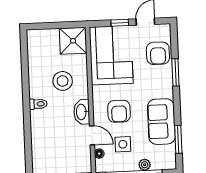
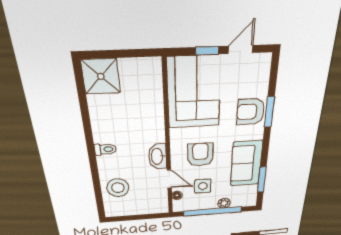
shower: (73, 41) -> (101, 76), moved
armchair: (158, 53) -> (251, 112), moved, turned 90
stool: (63, 81) -> (118, 188), moved
armchair: (119, 111) -> (200, 155), turned 180

